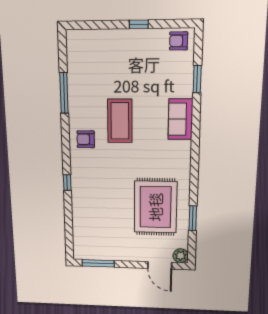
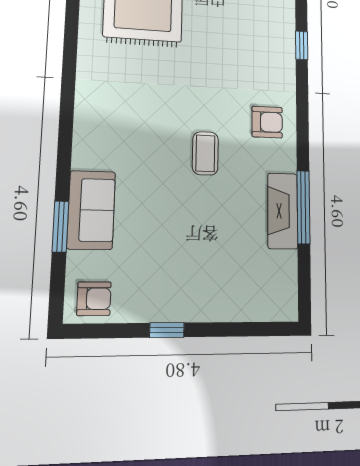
fireplace: (76, 91) -> (283, 211), added
sofa: (180, 119) -> (91, 210), moved
coffee table: (120, 121) -> (205, 153), width x0.54, depth x0.58

